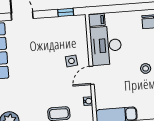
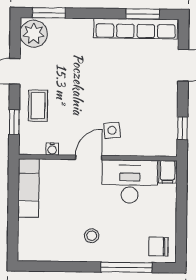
door: (92, 75) -> (89, 157), hinge flipped

